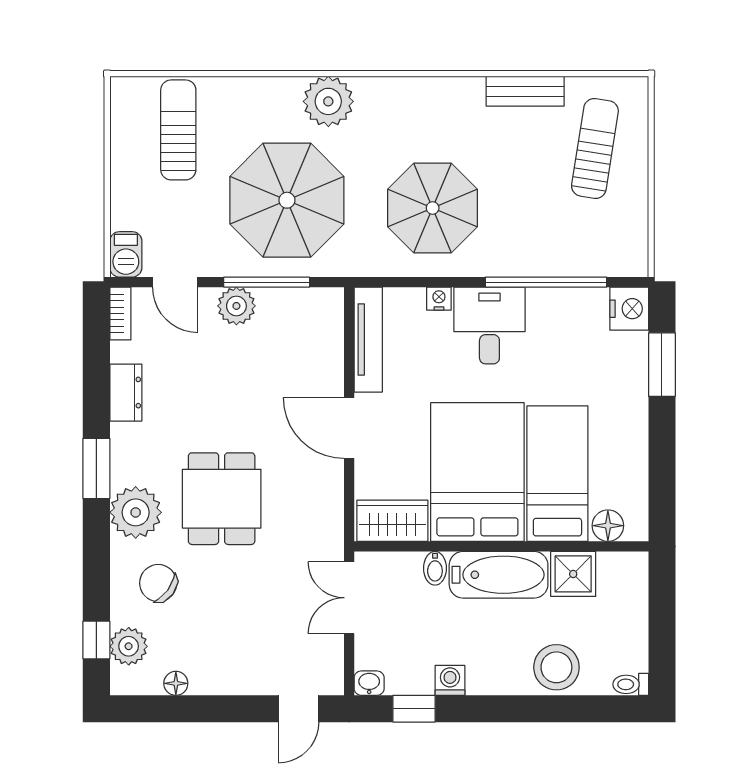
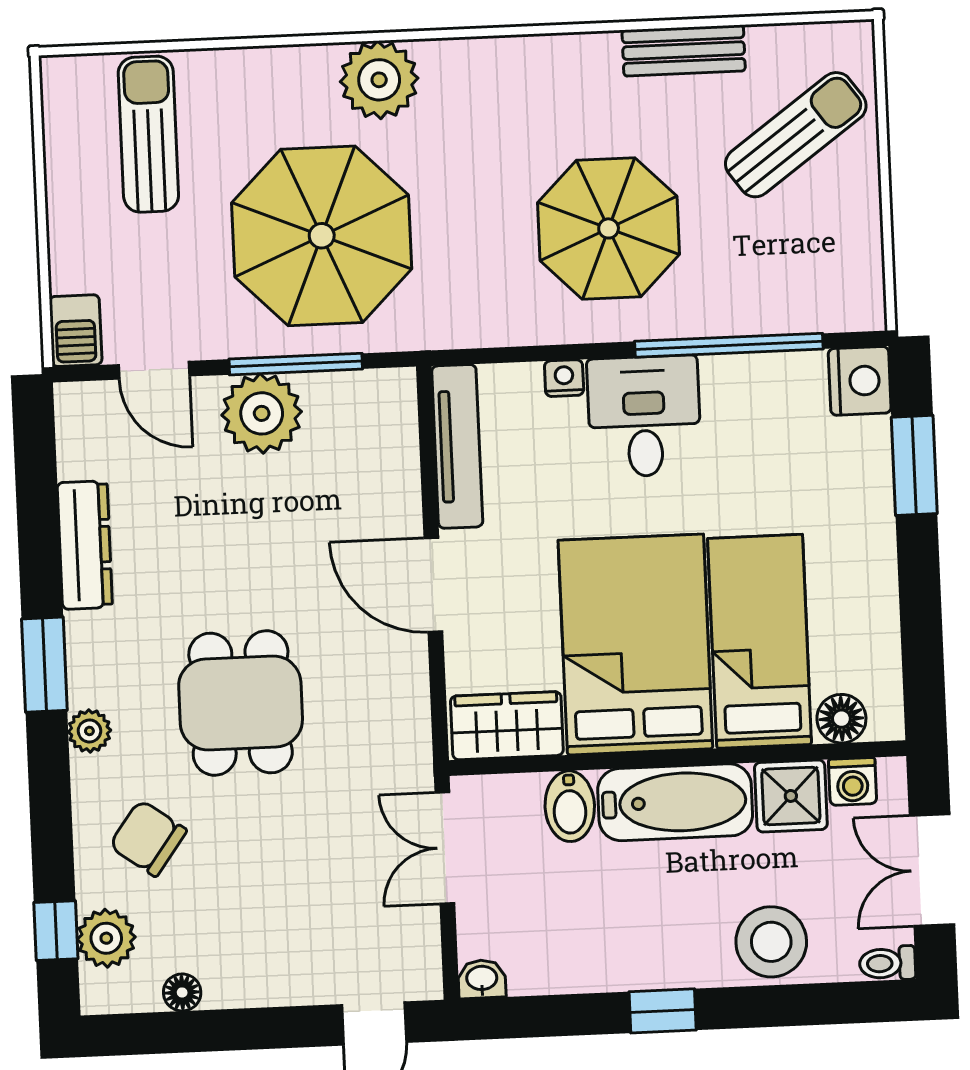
sun lounger: (595, 148) -> (796, 135), turned 45
parasol: (433, 208) -> (609, 228), moved
plant: (236, 306) -> (262, 413), width x1.36, depth x1.36
bookcase: (120, 313) -> (71, 423), removed
dresser: (126, 393) -> (85, 545), width x1.44
plant: (136, 512) -> (89, 731), width x0.53, depth x0.53
bidet: (435, 568) -> (570, 806), width x1.38, depth x1.36
double door: (662, 626) -> (932, 870), added
washing machine: (450, 680) -> (853, 781), moved, turned 180
window: (414, 709) -> (663, 1011), moved

